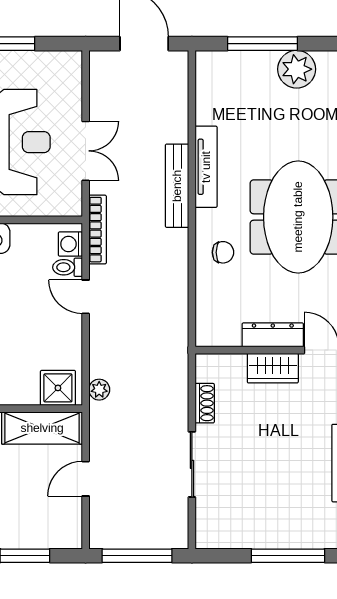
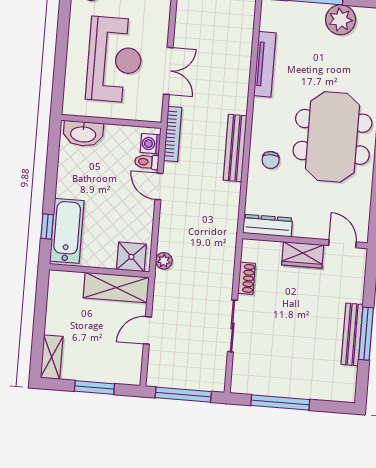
tv unit: (206, 167) -> (265, 64), moved
bench: (177, 186) -> (235, 148), moved
chair: (223, 252) -> (271, 160), turned 90
dresser: (273, 335) -> (268, 226), moved
window: (288, 556) -> (280, 402), moved

